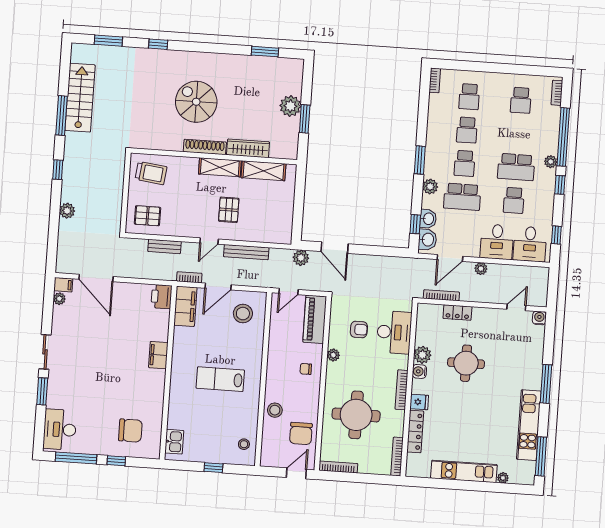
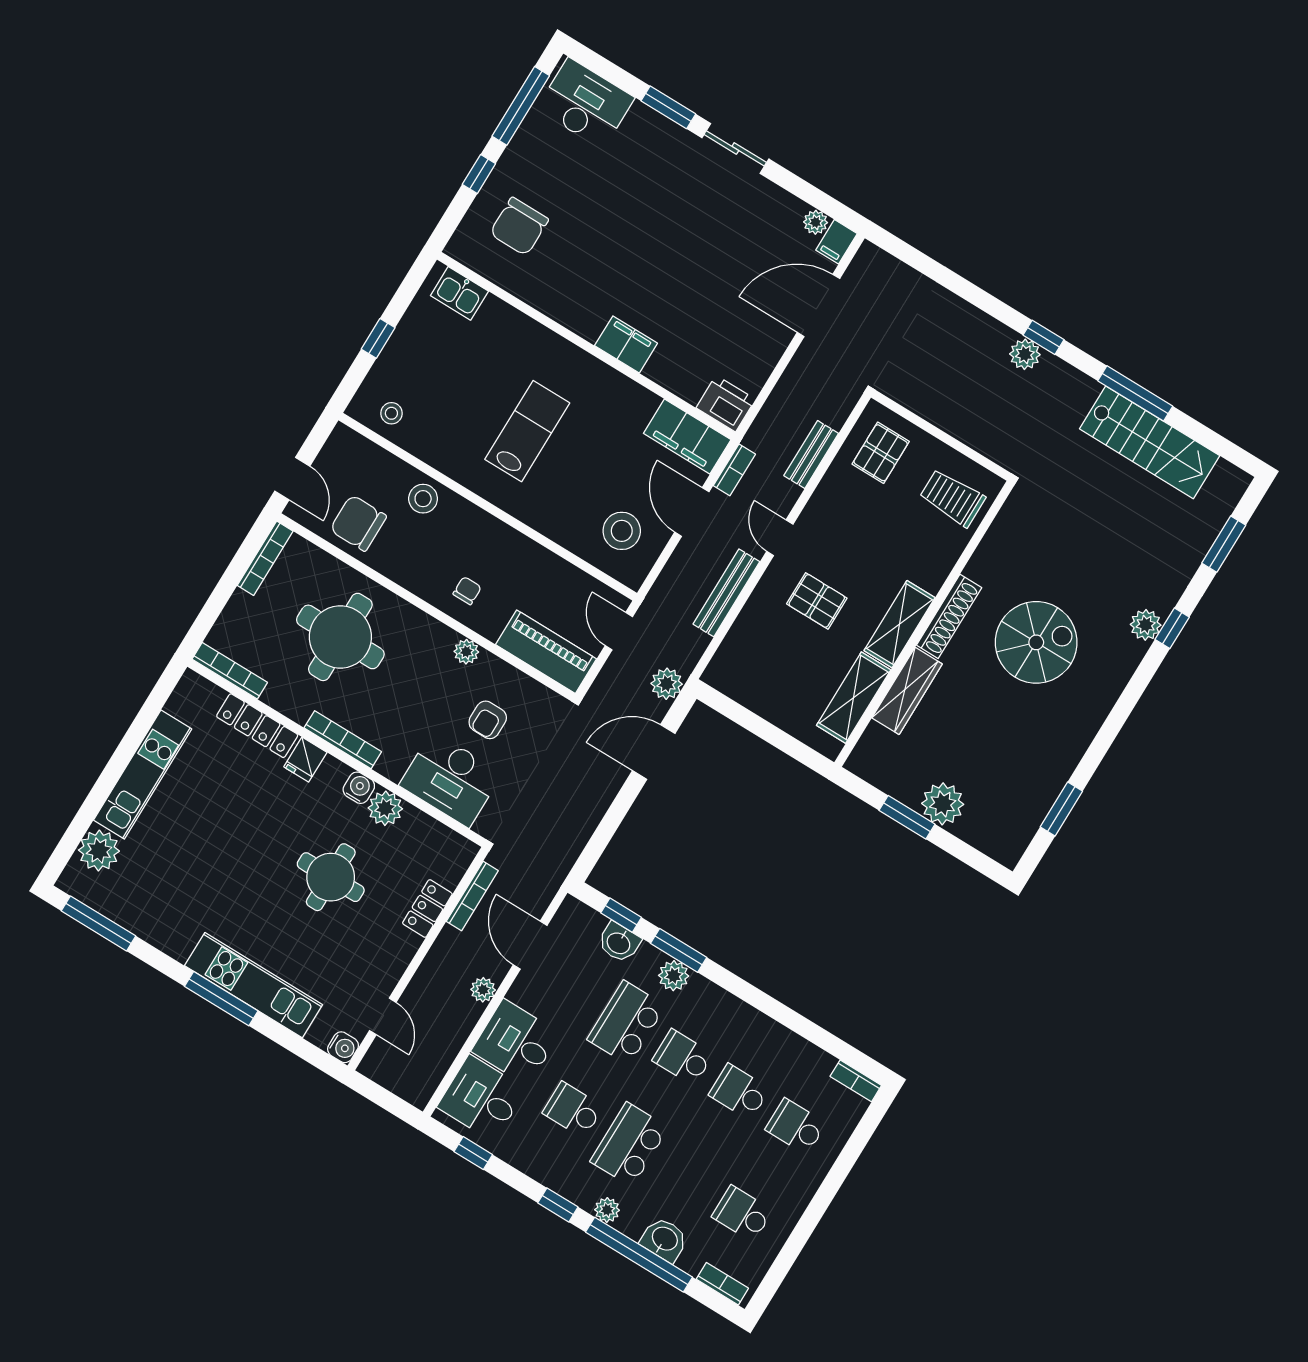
plant: (163, 57) -> (1146, 625), added
window: (420, 160) -> (679, 950), moved
trolley: (151, 173) -> (952, 498), turned 83
plant: (67, 211) -> (1025, 354), moved
washbasin: (427, 240) -> (664, 1239), moved, turned 180
kitchen unit: (529, 425) -> (254, 985), moved
plant: (503, 478) -> (99, 851), width x1.87, depth x1.87

